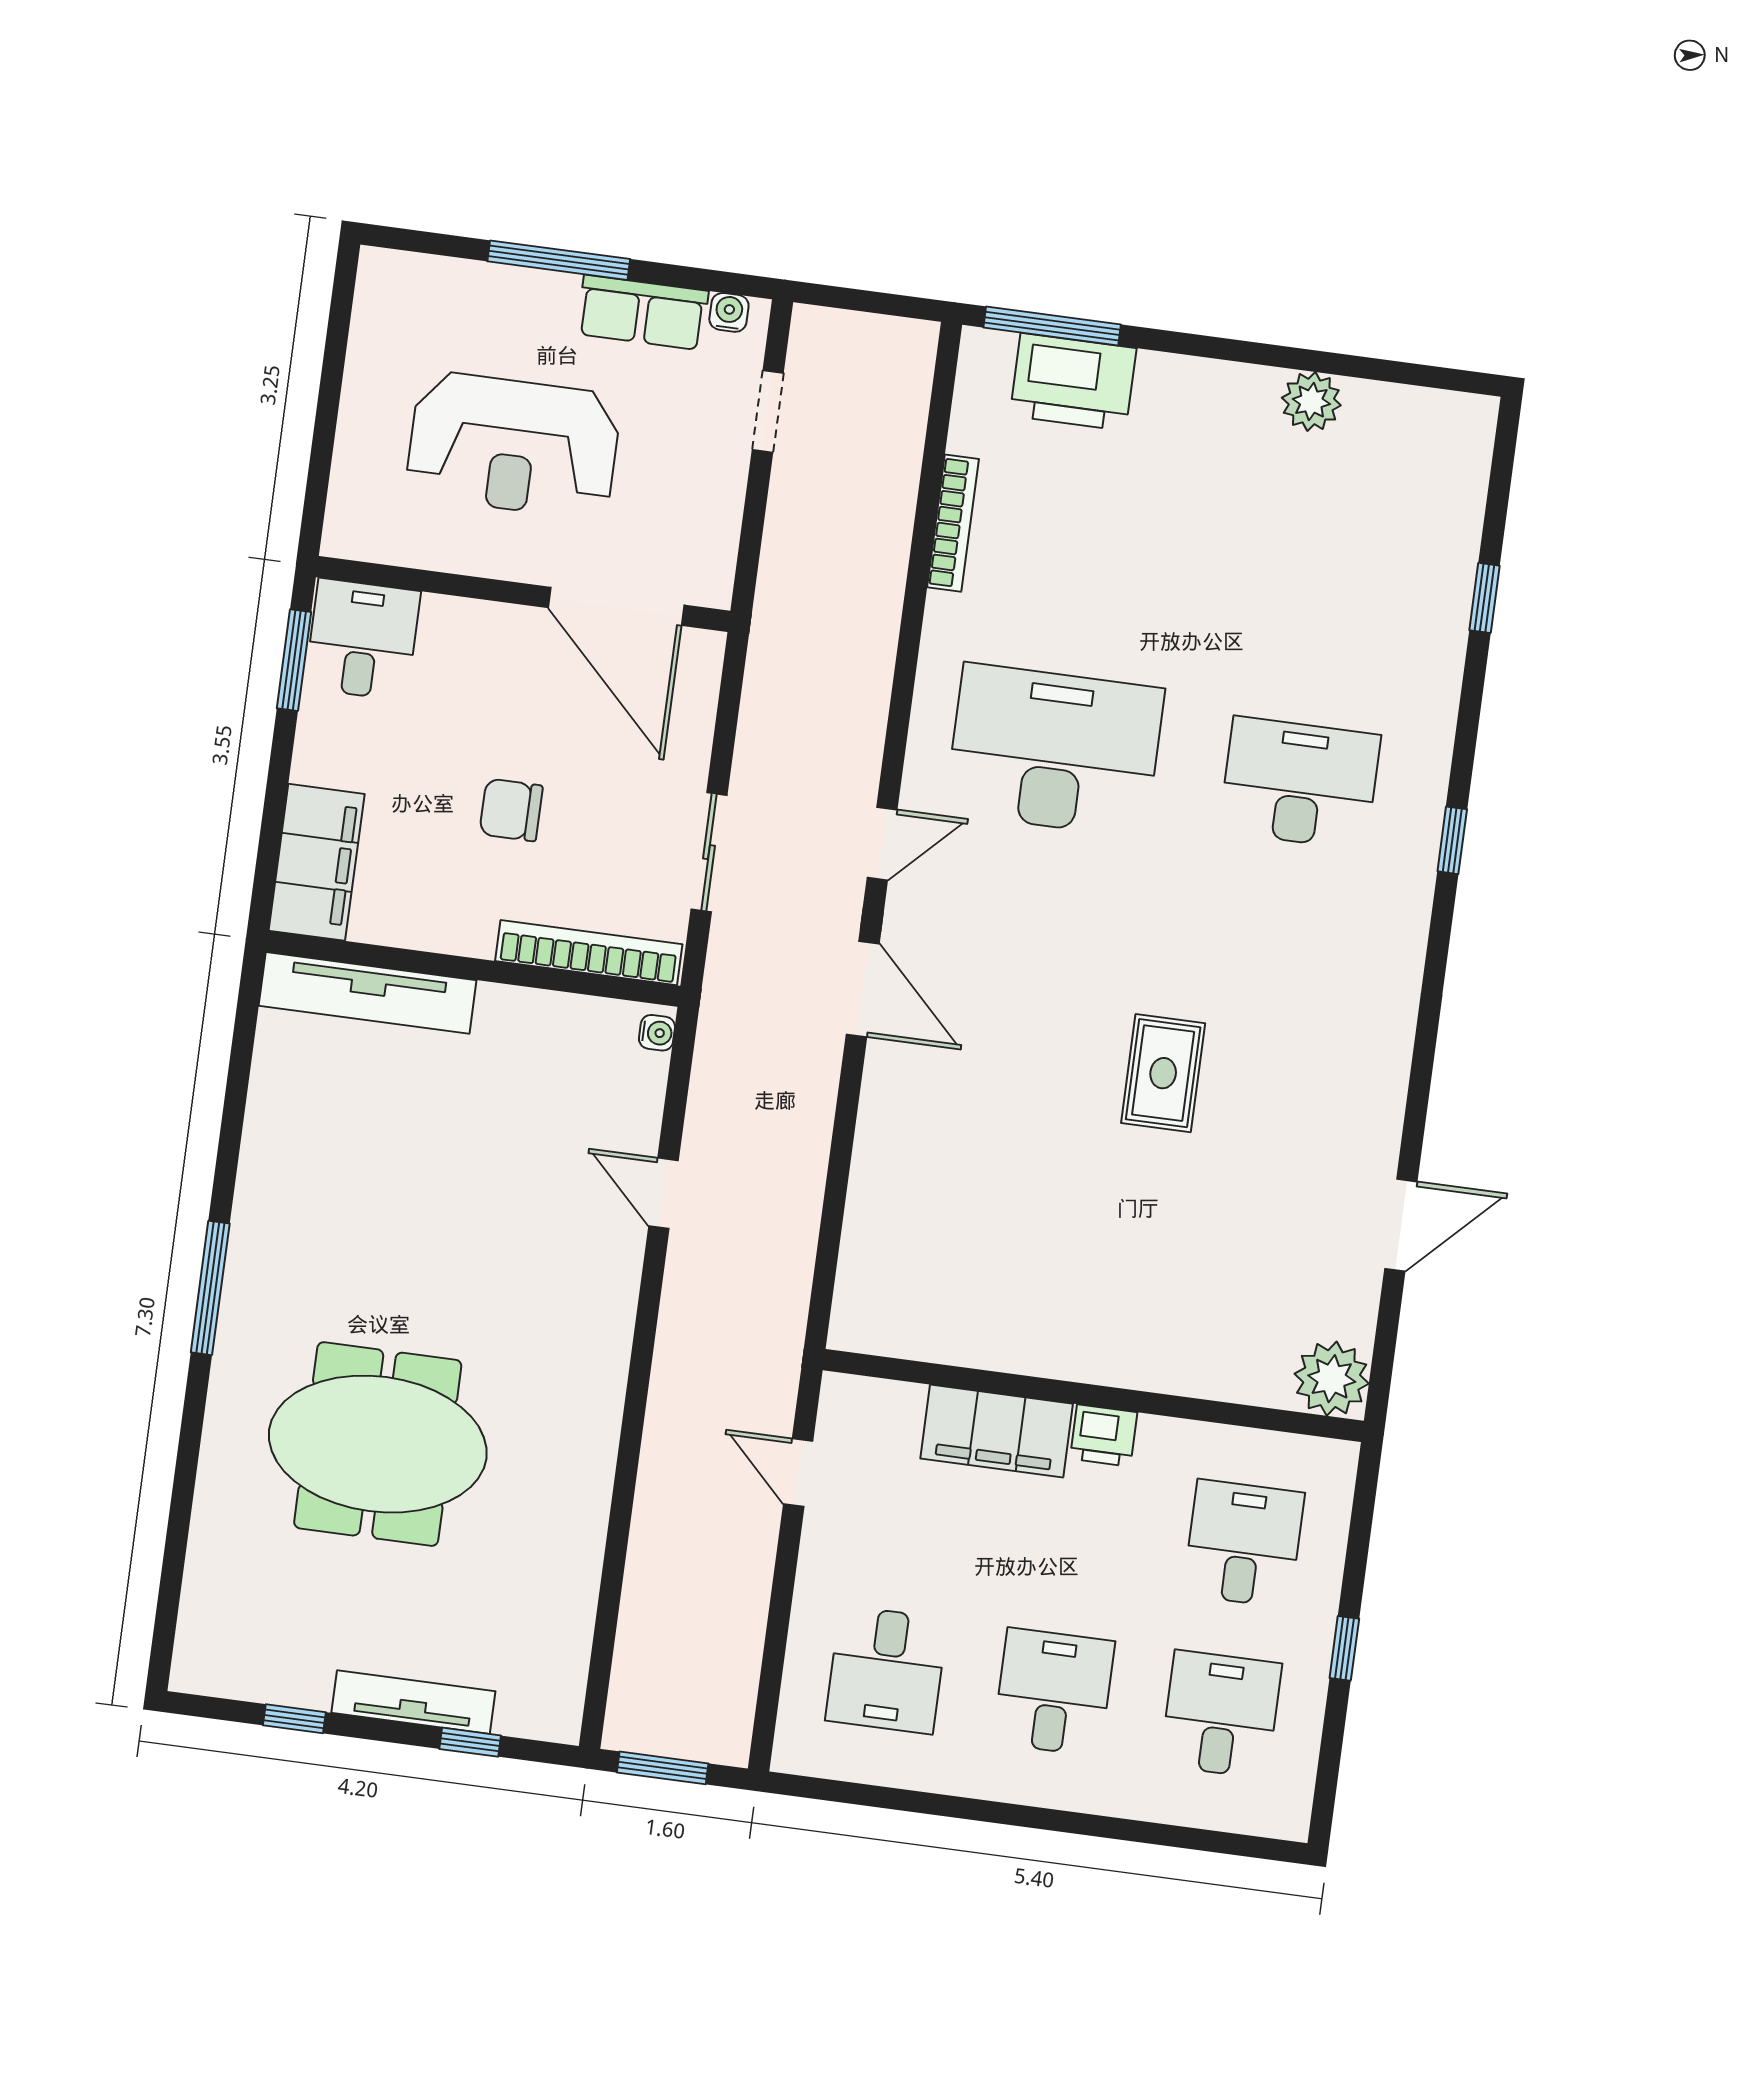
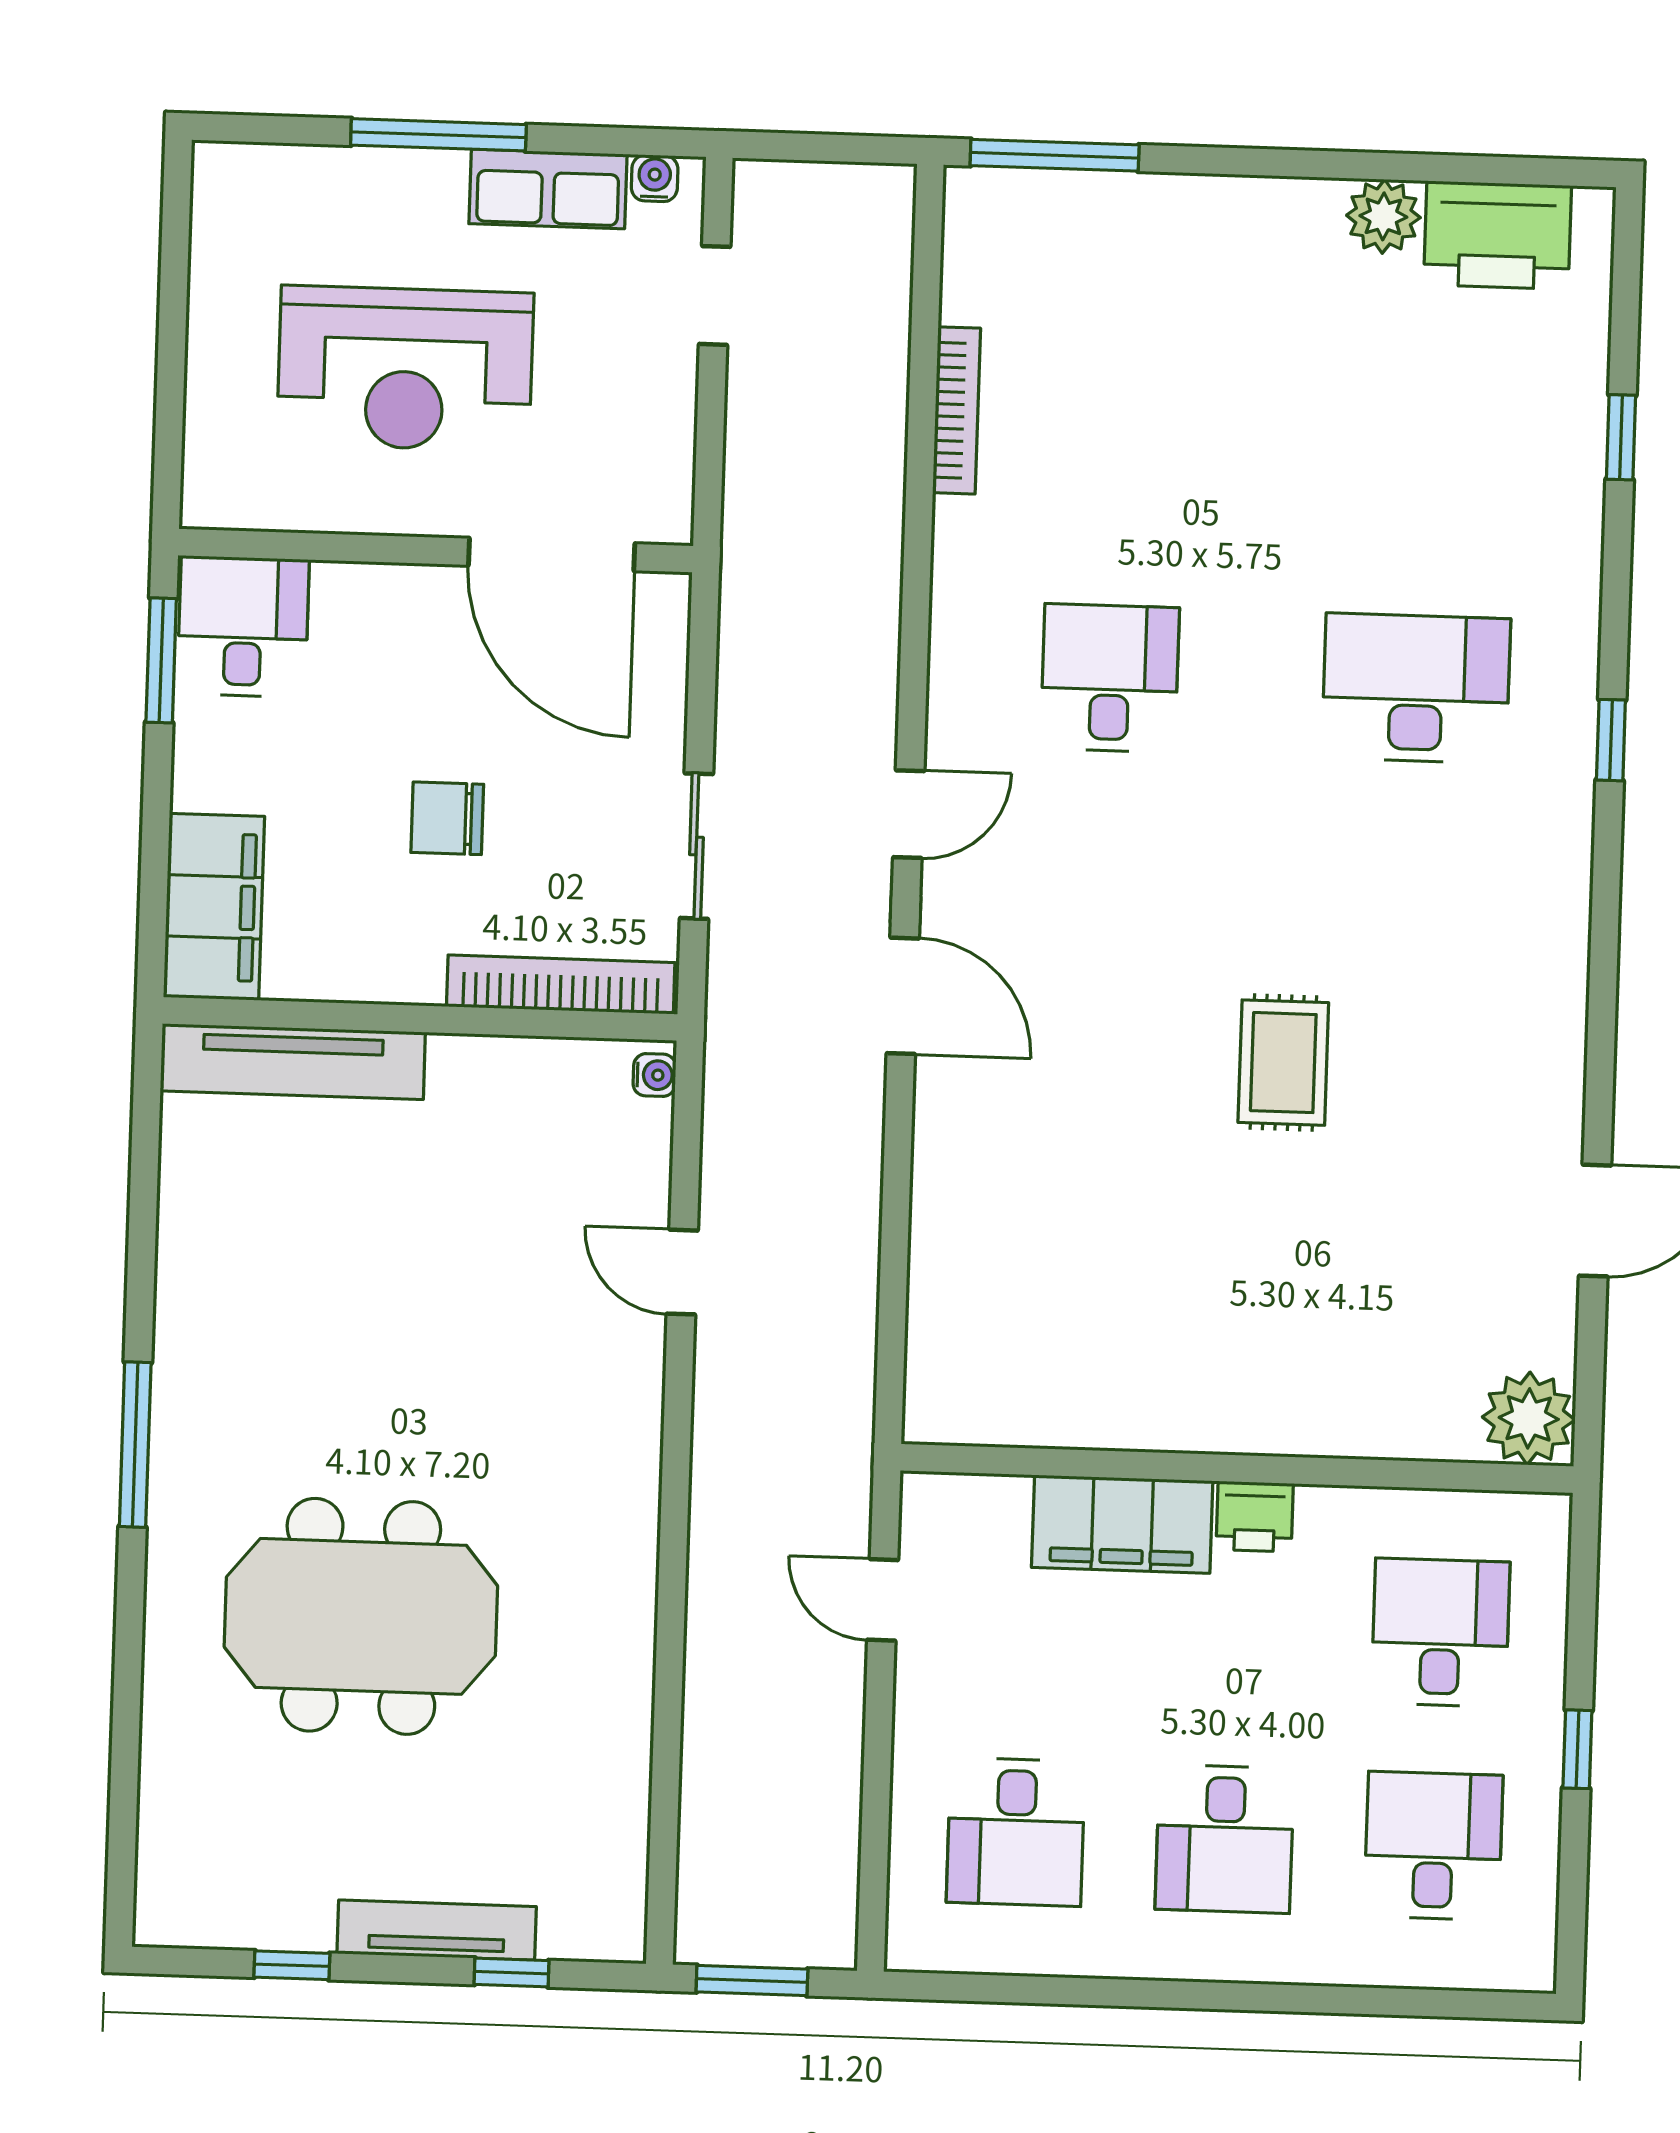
printer: (1073, 382) -> (1498, 235), moved
desk: (1055, 750) -> (1110, 678), width x0.53, depth x0.77
desk: (1054, 1692) -> (1225, 1839), turned 180

